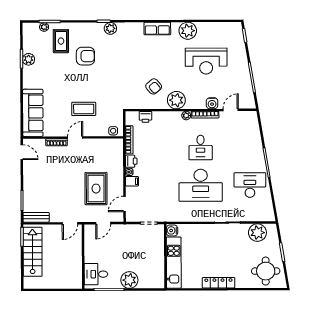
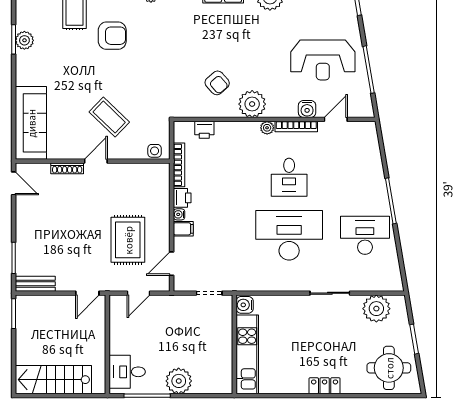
reception desk: (206, 61) -> (323, 60), moved
coffee table: (84, 109) -> (109, 117), turned 44
desk: (201, 185) -> (289, 235), turned 180
stairs: (33, 252) -> (53, 380), moved, turned -90
locker: (218, 283) -> (325, 386), width x0.66

